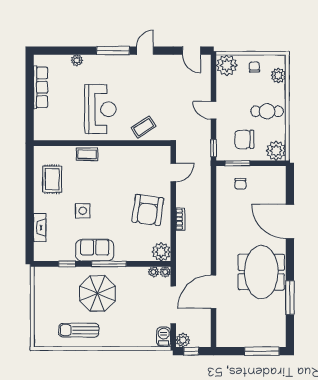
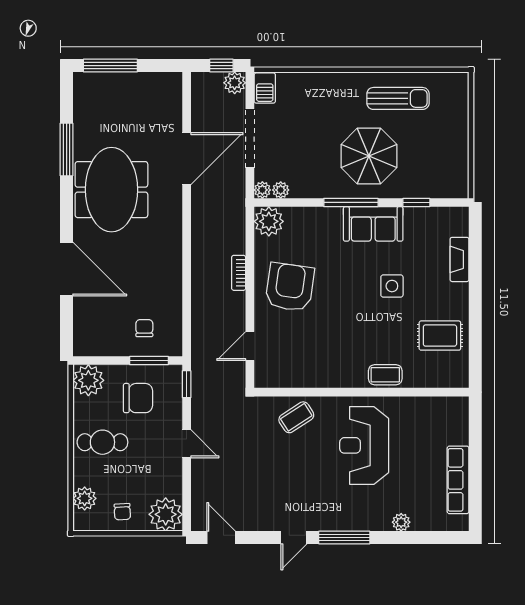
rug: (52, 179) -> (440, 336), turned 90

